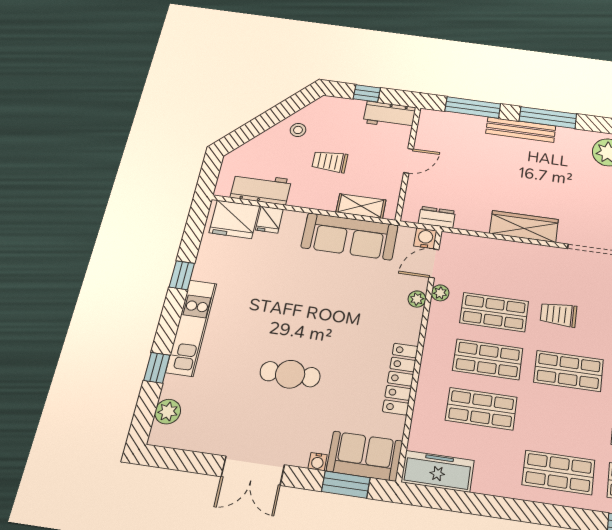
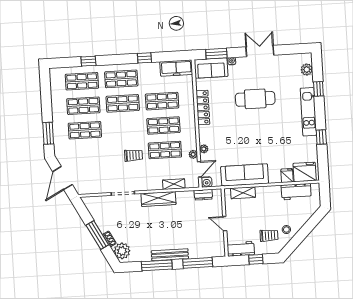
door: (408, 161) -> (225, 224), hinge flipped
trolley: (330, 162) -> (269, 235), moved
shelving: (489, 247) -> (174, 184), added
shop shelf: (569, 371) -> (123, 103), moved
cafe table: (290, 374) -> (255, 99), width x1.37, depth x1.35
window: (501, 508) -> (144, 58), added

